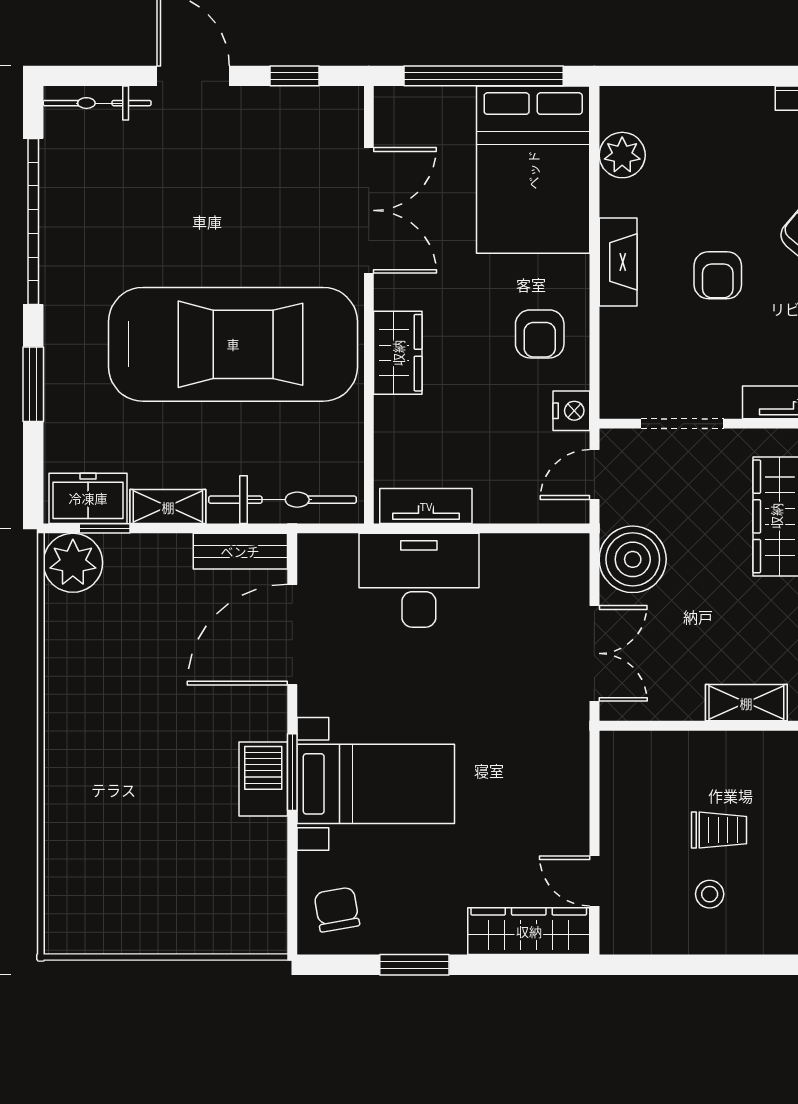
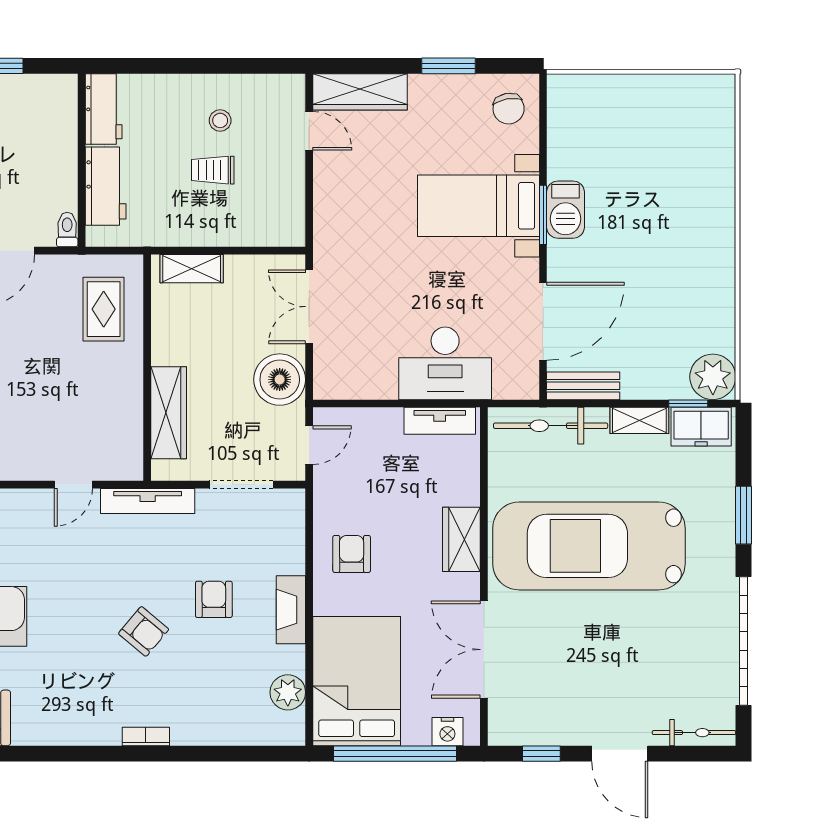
nightstand: (571, 411) -> (447, 732), moved, turned -90

